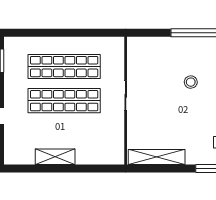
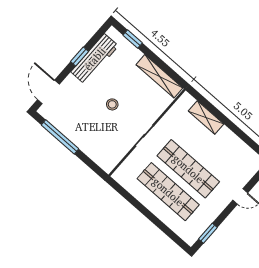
stool: (191, 82) -> (112, 104), moved
shelving: (55, 157) -> (206, 118), moved

